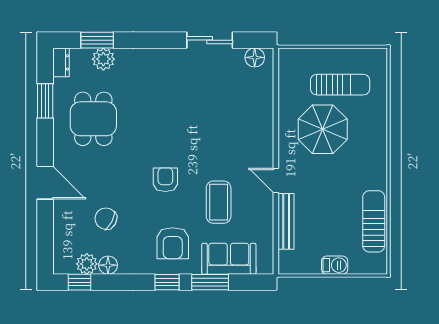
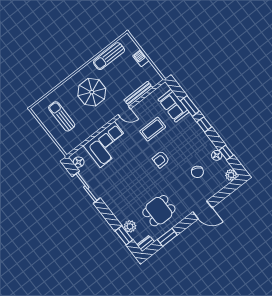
sliding door: (210, 40) -> (86, 187), width x1.37
corner sofa: (248, 119) -> (107, 145), added
parasol: (323, 129) -> (92, 92), moved
door: (276, 181) -> (124, 112), hinge flipped
door: (45, 183) -> (202, 210), swing flipped
armchair: (173, 243) -> (186, 135), removed
plant: (87, 264) -> (231, 175), moved
window: (79, 282) -> (226, 153), moved

